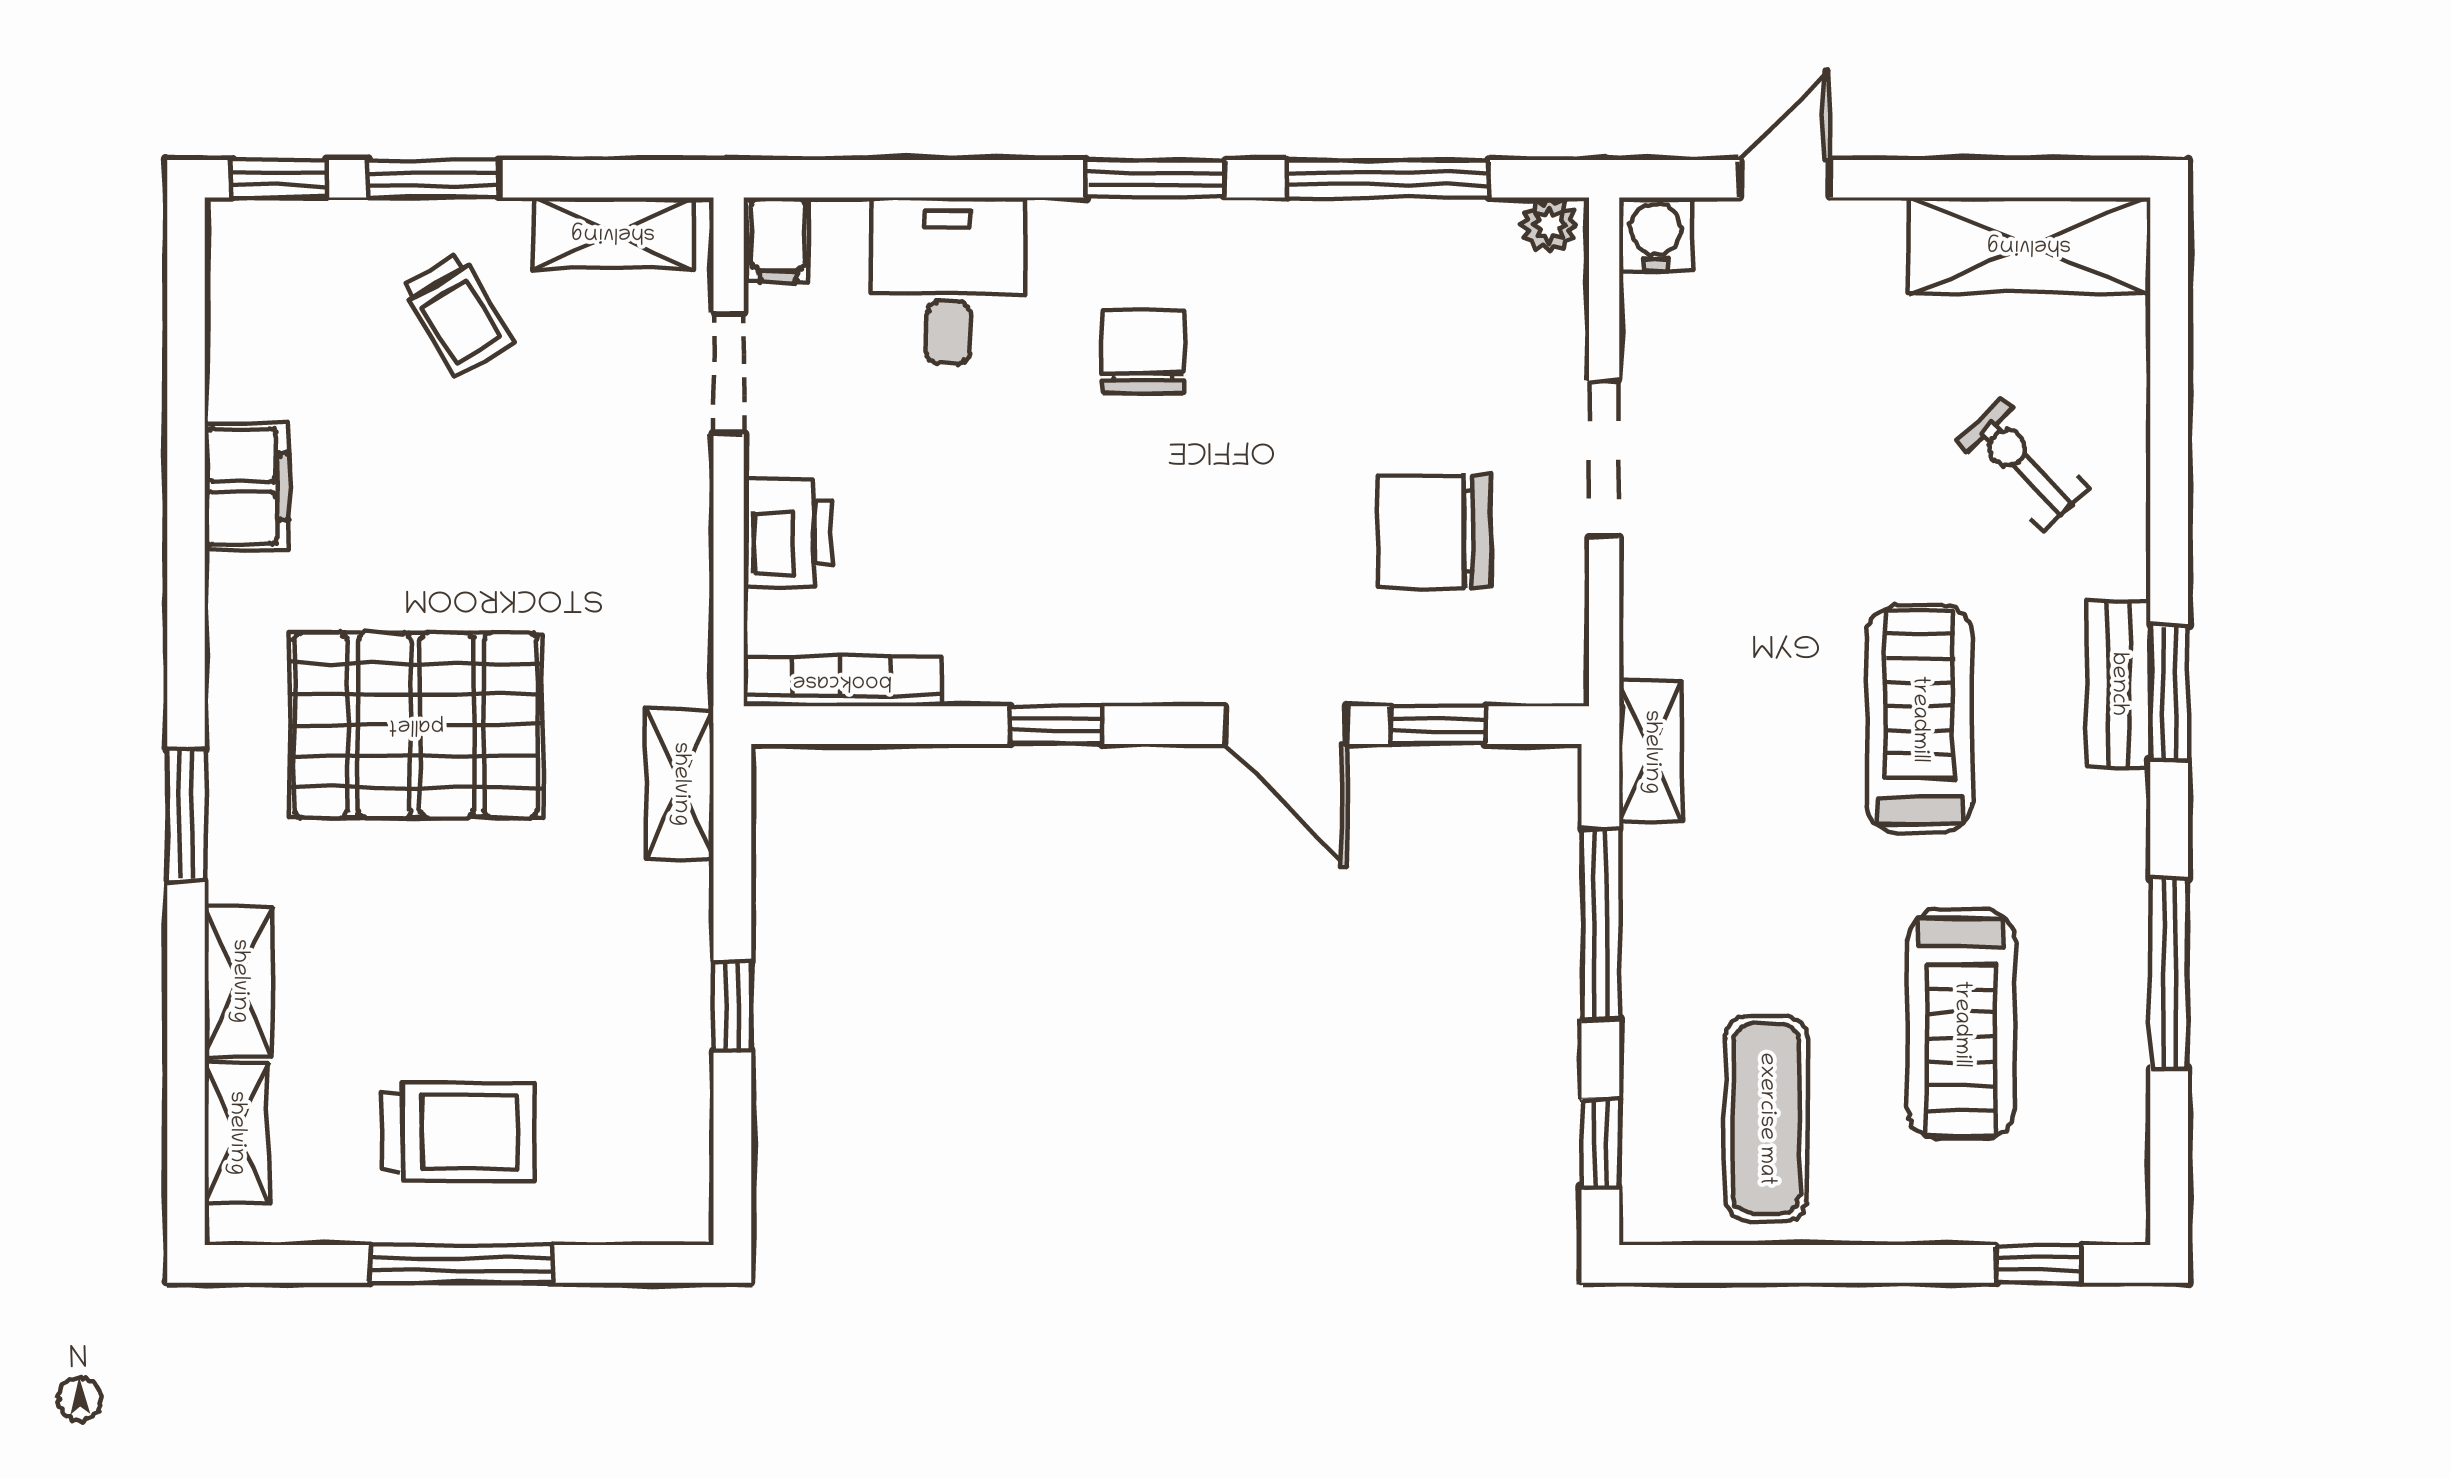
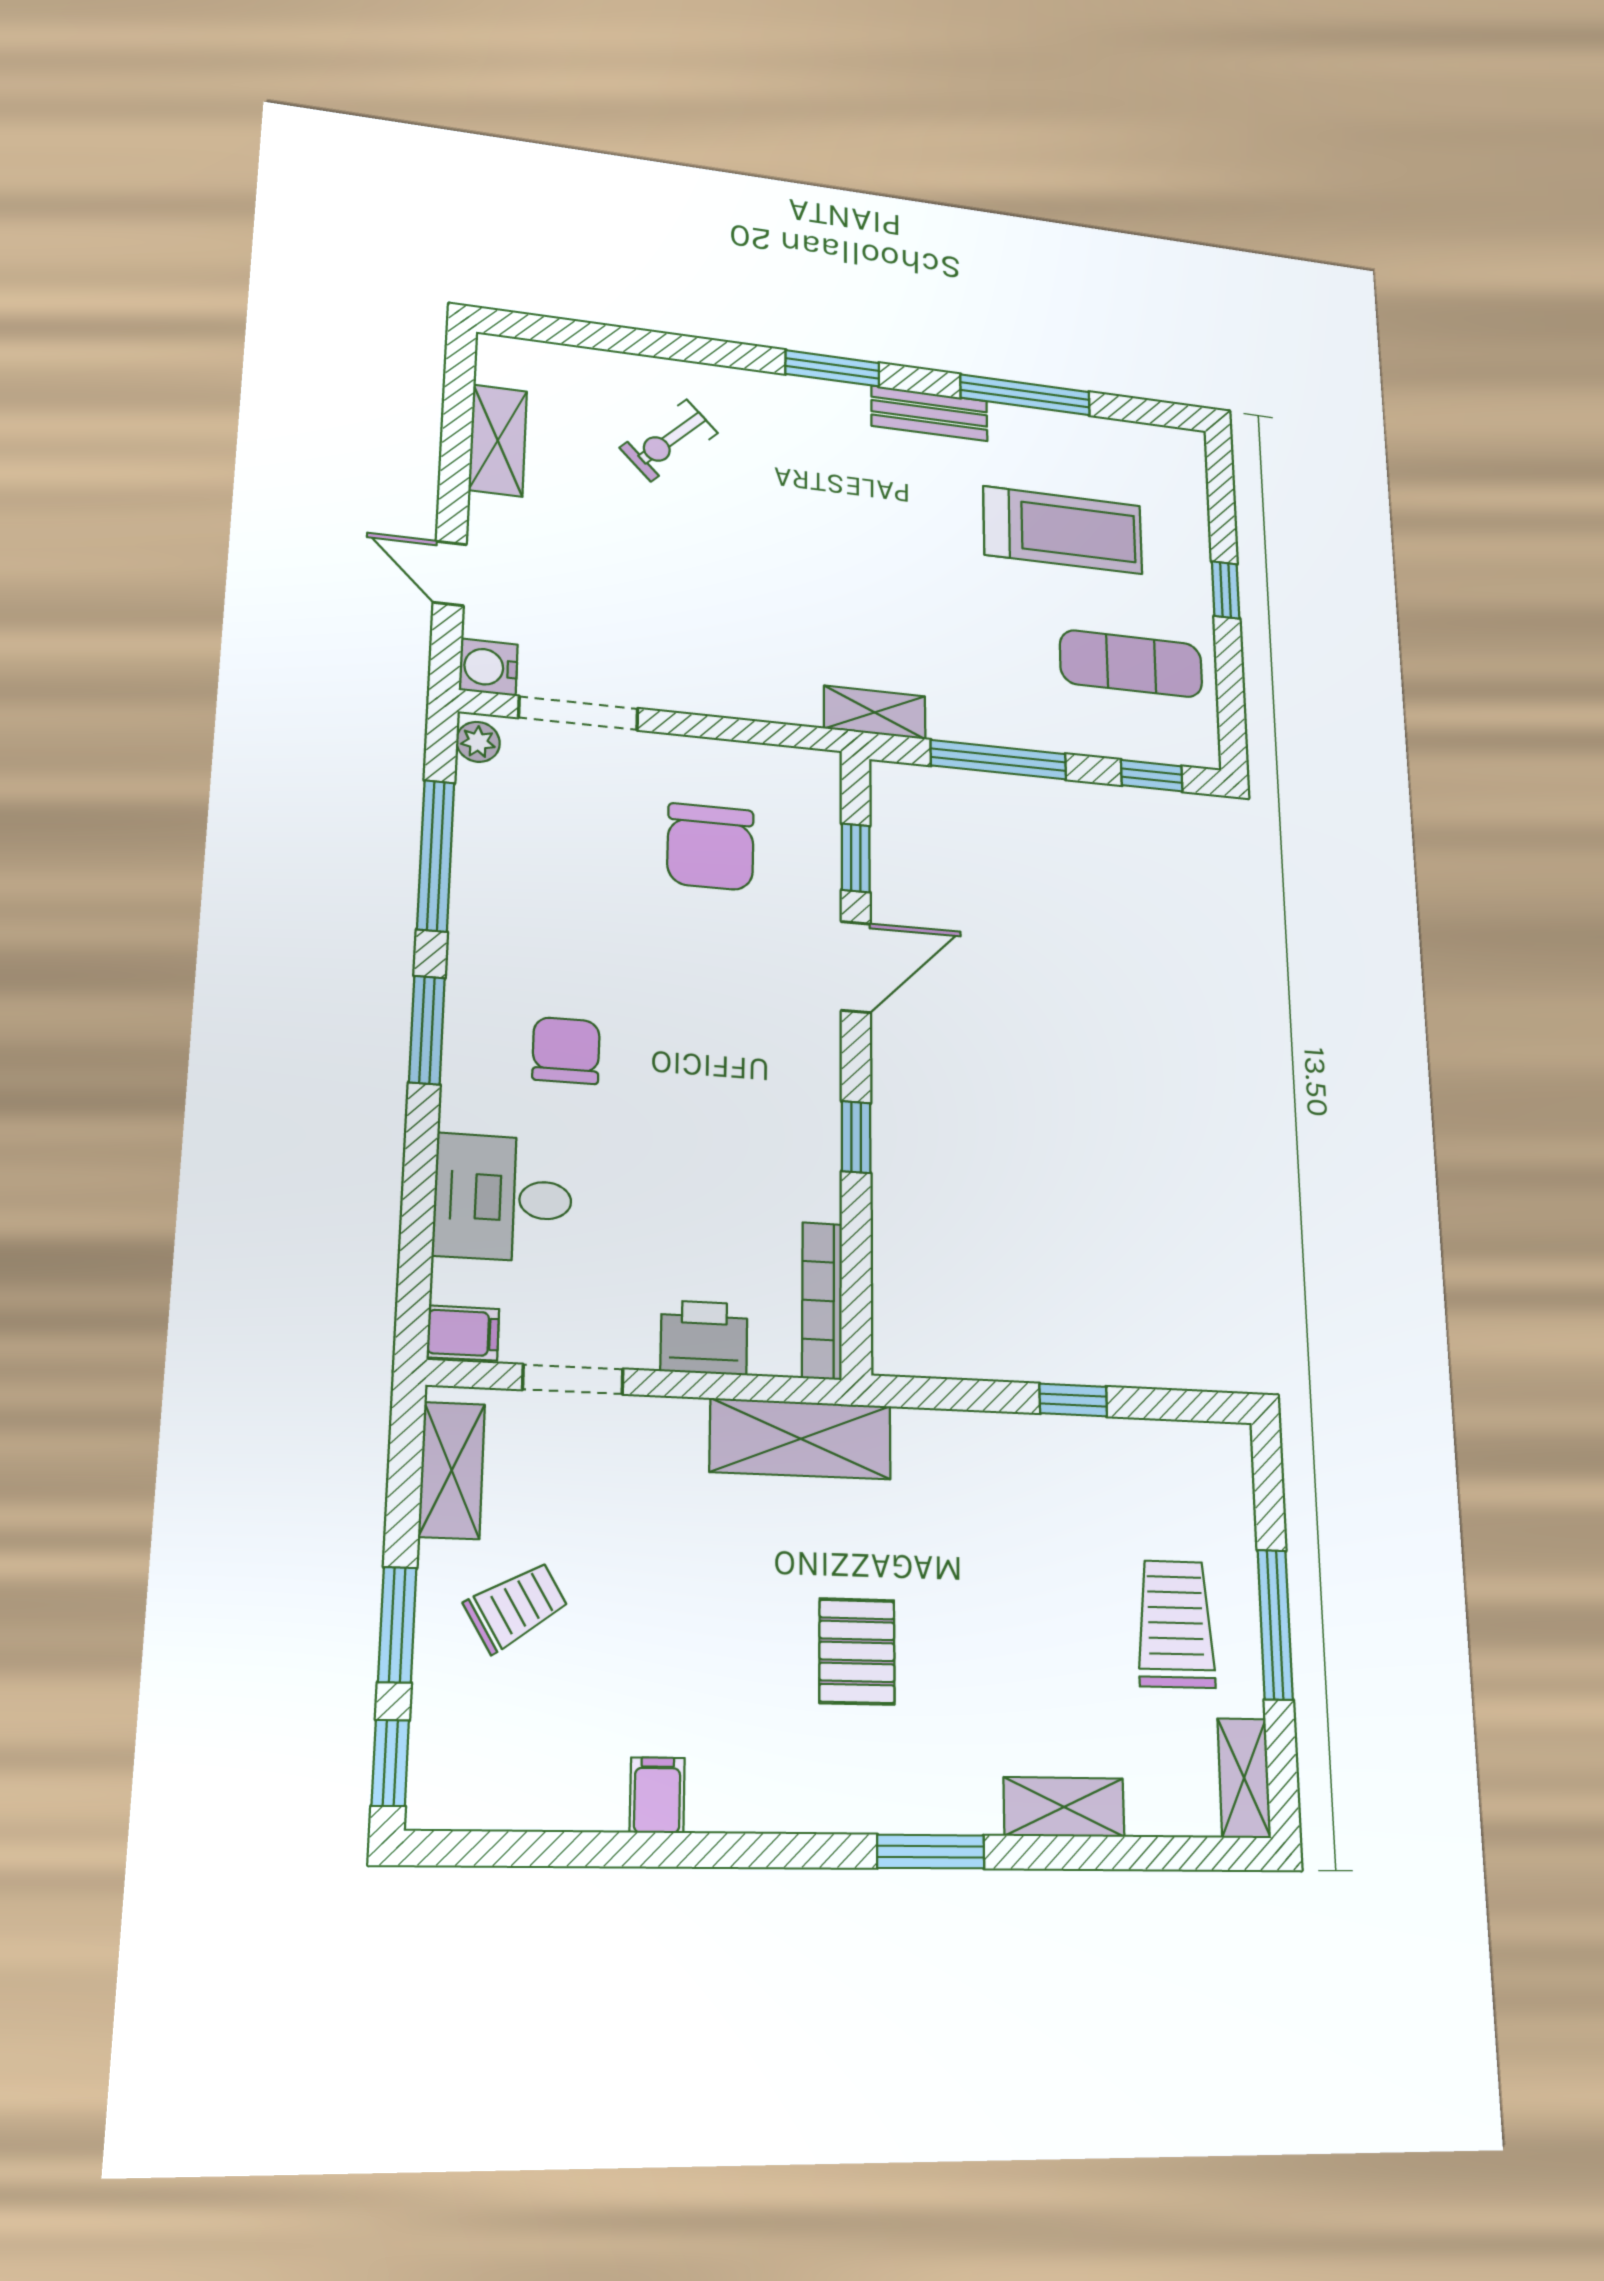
shelving: (2029, 245) -> (498, 440), width x0.67, depth x0.75
chair: (1143, 352) -> (566, 1050), turned 90
doorway: (1604, 459) -> (578, 713), moved
filing cabinet: (247, 487) -> (657, 1795), width x0.50
bench: (2118, 684) -> (929, 413), moved
treadmill: (1919, 719) -> (851, 531), removed
pallet: (416, 725) -> (857, 1651), width x0.49, depth x0.50
shelving: (680, 784) -> (801, 1439), moved, width x1.50, depth x1.33
shelving: (236, 1133) -> (1244, 1778), moved, turned 90
window: (2039, 1264) -> (1226, 590), moved

